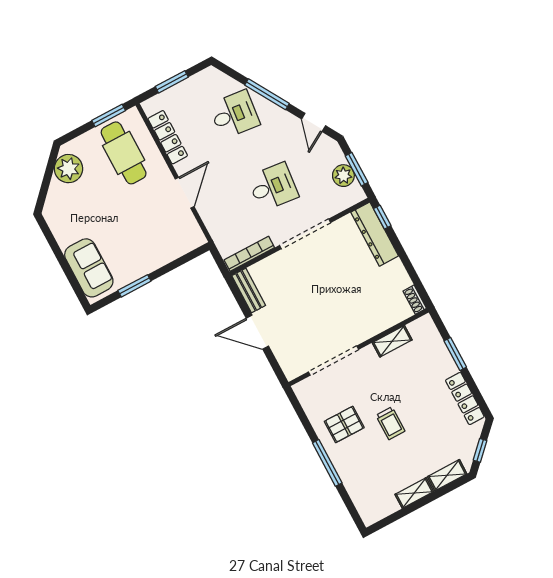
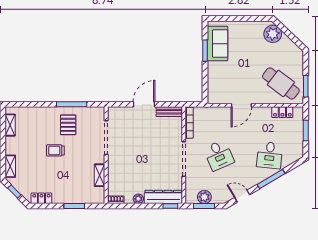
locker: (168, 137) -> (282, 112), width x0.66
cafe table: (124, 153) -> (281, 83), turned 37
plant: (68, 169) -> (273, 34), moved
desk: (273, 187) -> (219, 155), turned -30
door: (185, 193) -> (241, 105), hinge flipped
sofa: (89, 268) -> (217, 44), moved, turned -90
plant: (396, 268) -> (138, 199), added
locker: (465, 398) -> (41, 198), width x0.66
window: (327, 463) -> (72, 104), moved
shelving: (414, 493) -> (10, 125), moved

